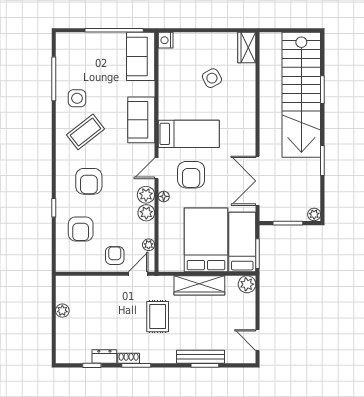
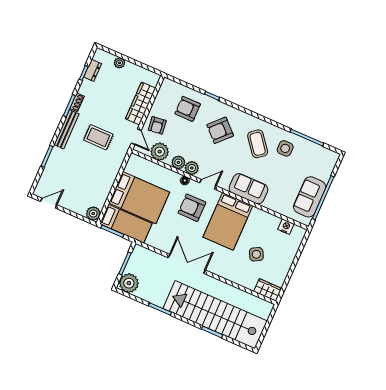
nightstand: (166, 40) -> (286, 227), moved
sofa: (141, 56) -> (310, 197), moved, turned -90
bed: (189, 134) -> (228, 221), width x1.50
door: (156, 168) -> (208, 184), hinge flipped
armchair: (89, 181) -> (220, 130), turned -46
double door: (258, 181) -> (187, 264), moved
plant: (314, 214) -> (129, 283), width x1.87, depth x1.87
plant: (149, 245) -> (160, 152), width x1.88, depth x1.88
armchair: (115, 255) -> (157, 125), turned 83
wardrobe: (199, 285) -> (141, 103), moved
plant: (62, 311) -> (119, 63), moved
dresser: (104, 357) -> (93, 70), moved
bench: (201, 357) -> (66, 129), moved

